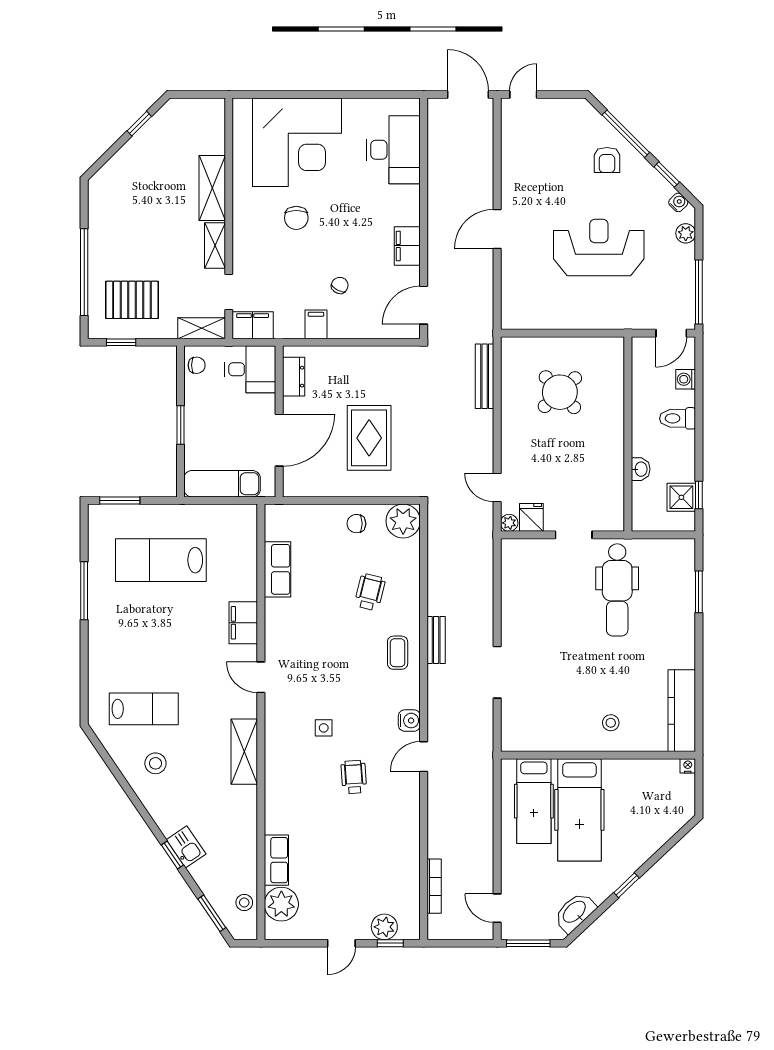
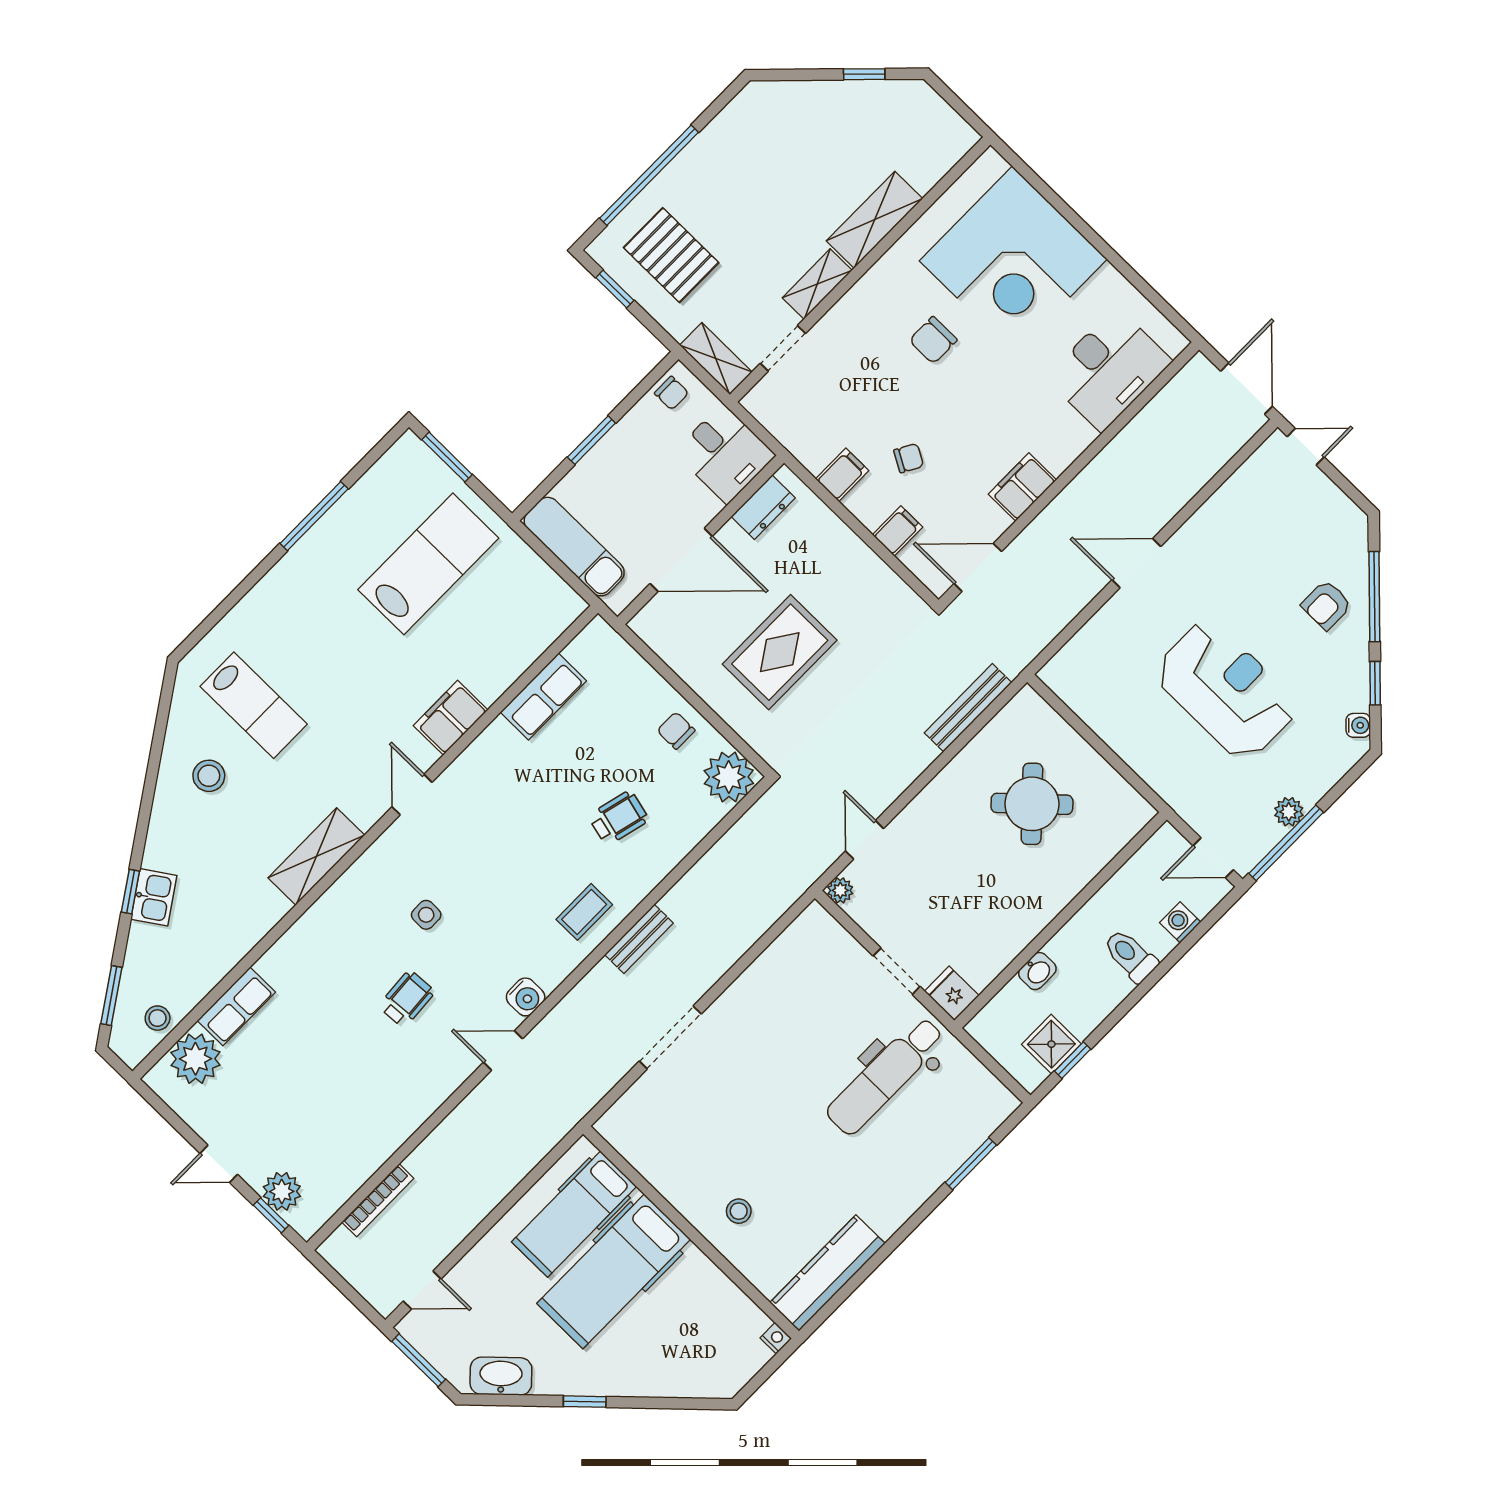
plant: (686, 233) -> (1289, 812), moved
filing cabinet: (253, 325) -> (898, 531), moved, width x0.50
fridge: (531, 517) -> (952, 993), moved, turned -90
lab bench: (161, 560) -> (428, 564), turned 90
door: (497, 908) -> (422, 1290), swing flipped

